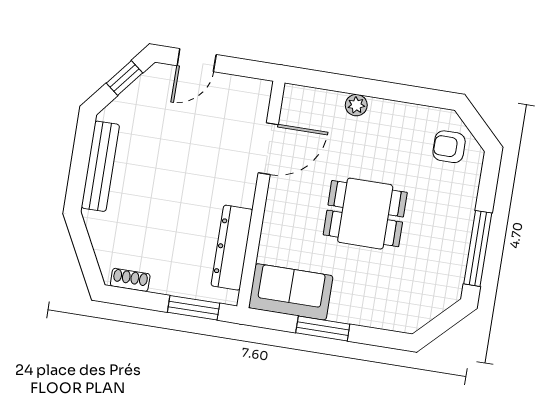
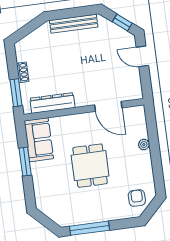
shoe rack: (130, 280) -> (23, 72), moved

